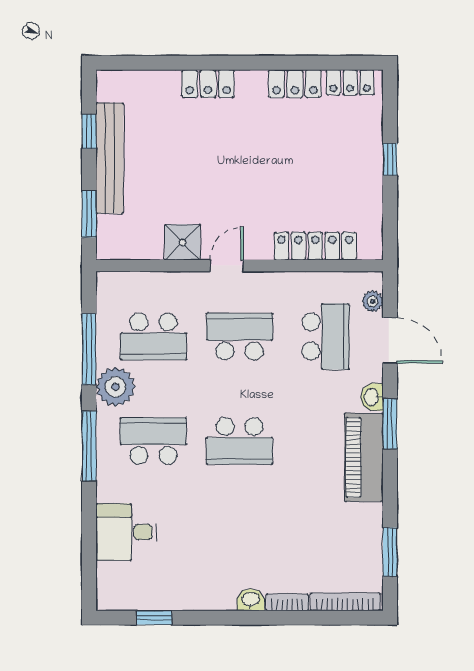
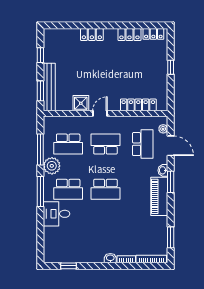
bench: (110, 158) -> (49, 87), moved
school desk: (153, 441) -> (68, 189), turned 180
desk: (127, 532) -> (57, 214), moved

